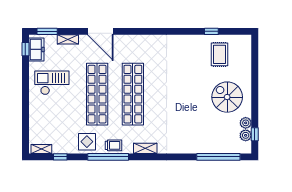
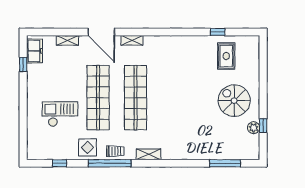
window: (47, 31) -> (46, 32), removed
window: (25, 49) -> (23, 64), moved
checkout: (52, 83) -> (60, 114), moved
window: (255, 134) -> (263, 126), moved
plant: (246, 135) -> (253, 141), removed
shelving: (41, 149) -> (132, 40), moved
window: (218, 157) -> (225, 163), width x0.68

